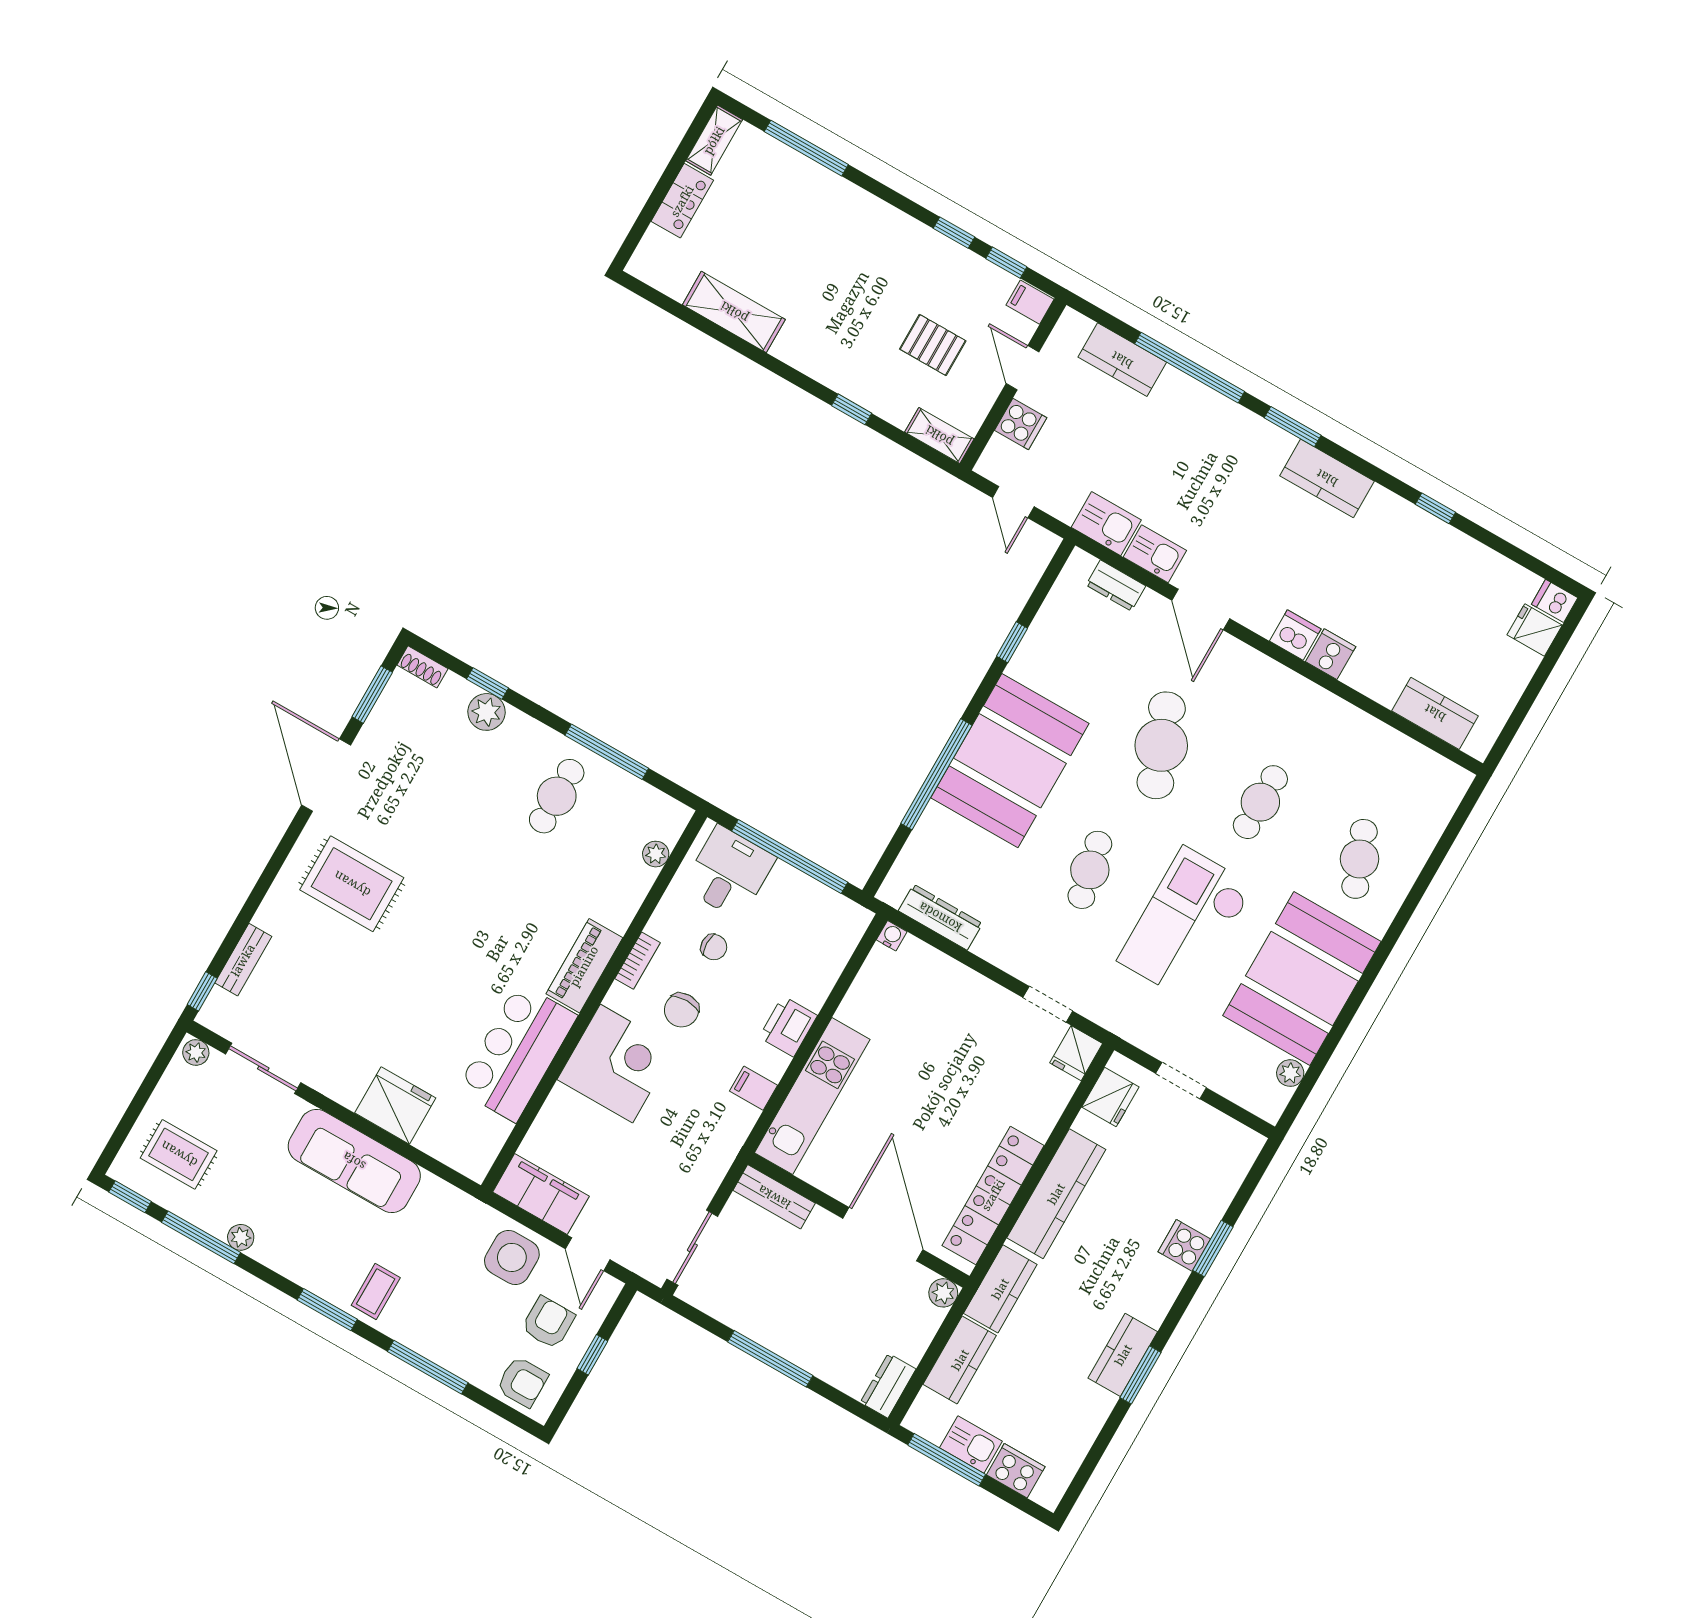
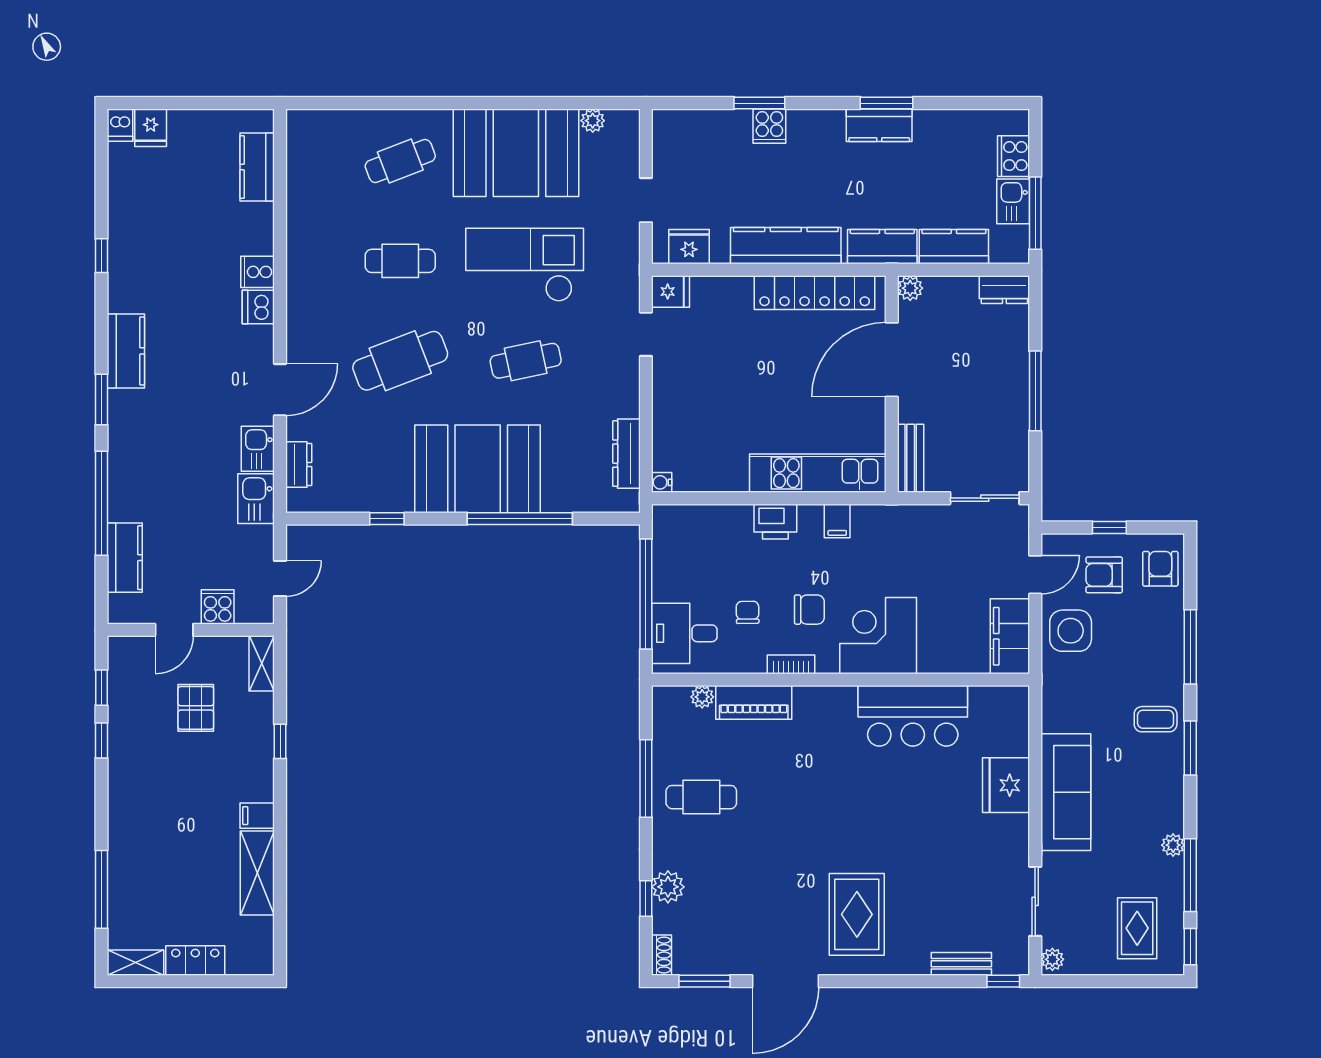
filing cabinet: (1030, 302) -> (257, 816), moved, turned 90
checkout: (1186, 923) -> (525, 265), turned 180
piano: (584, 966) -> (754, 702), moved

